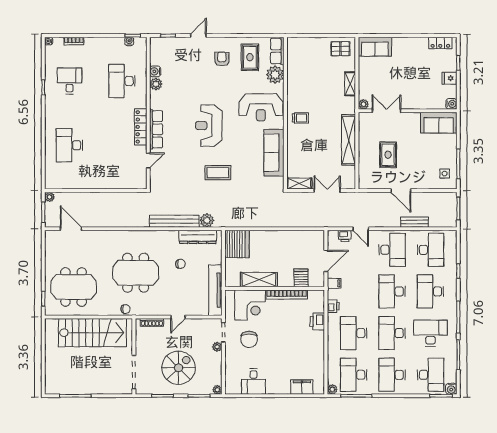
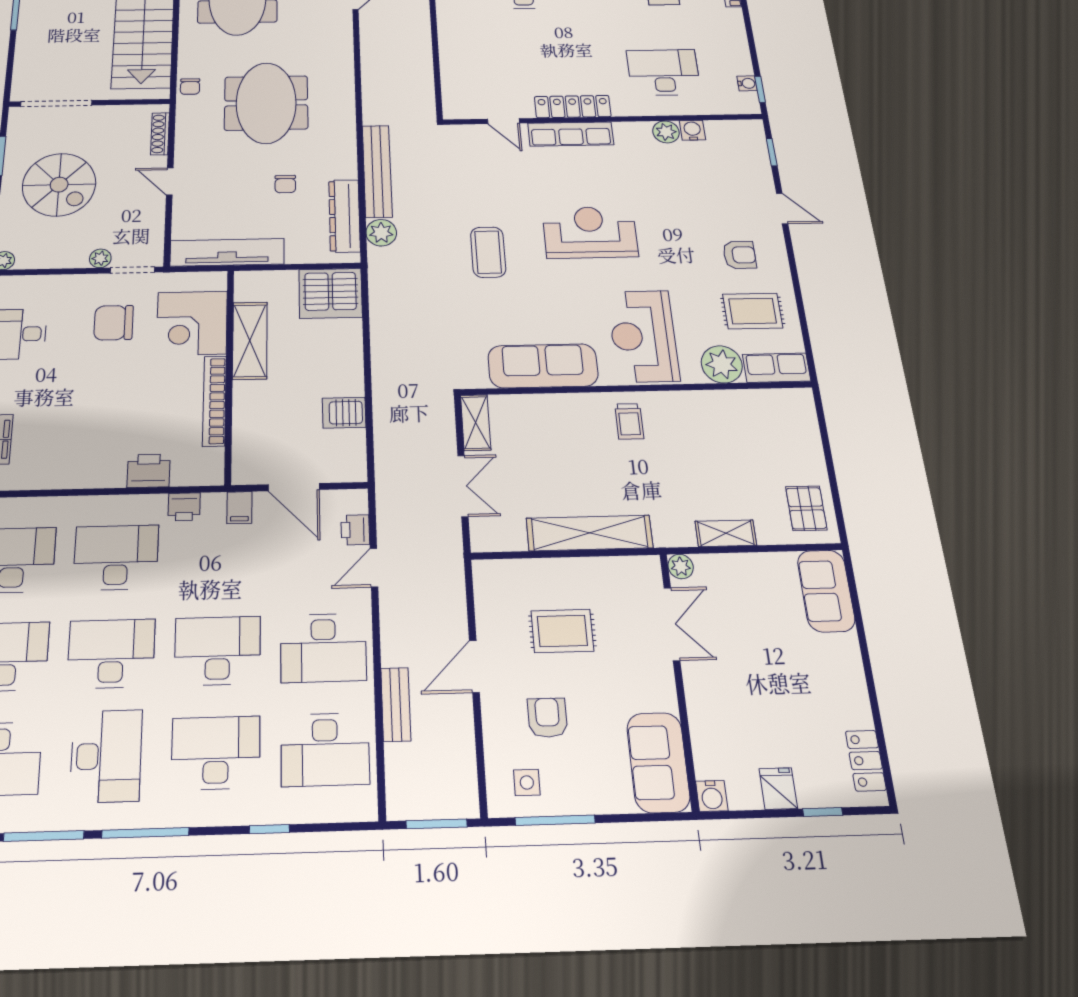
armchair: (421, 164) -> (547, 718), added
server rack: (301, 278) -> (344, 413), moved, turned 180

